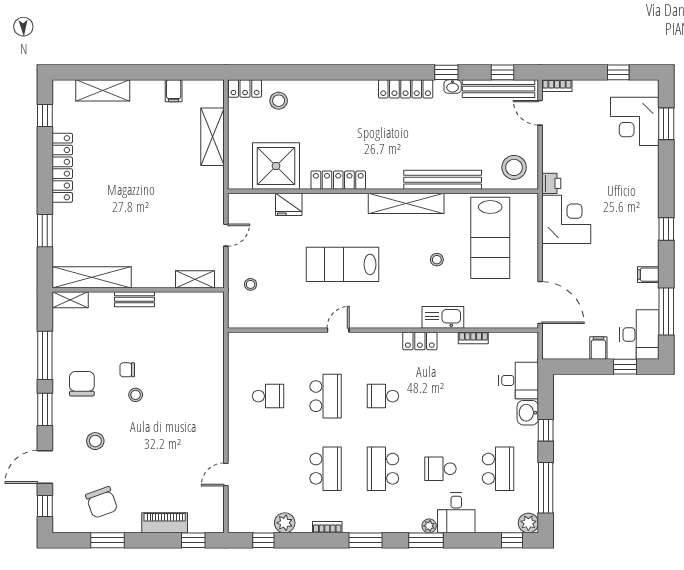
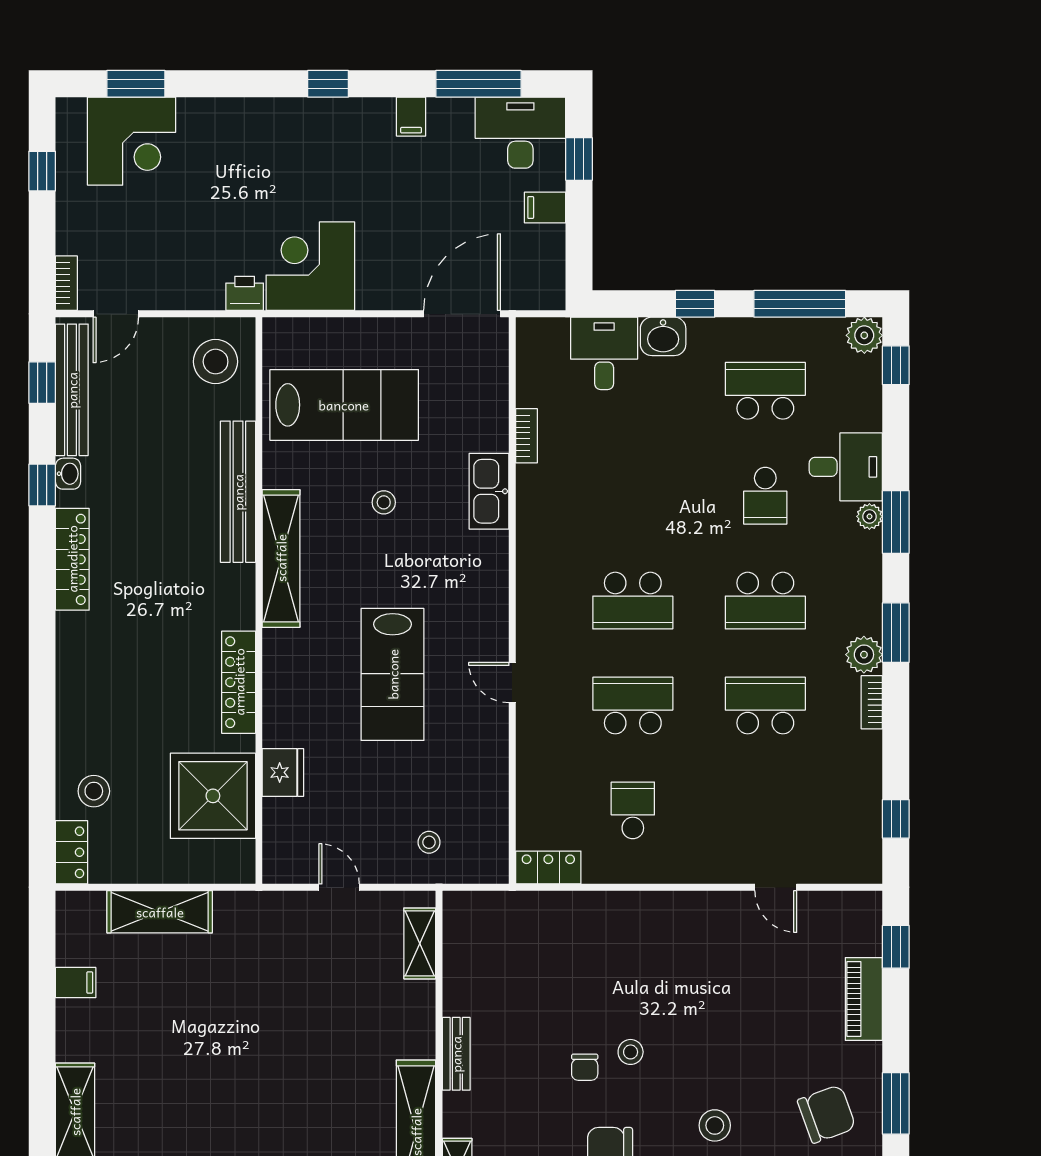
locker: (420, 341) -> (548, 868), moved, turned -90
school desk: (383, 396) -> (633, 601), width x1.85
plant: (285, 523) -> (864, 655), moved

